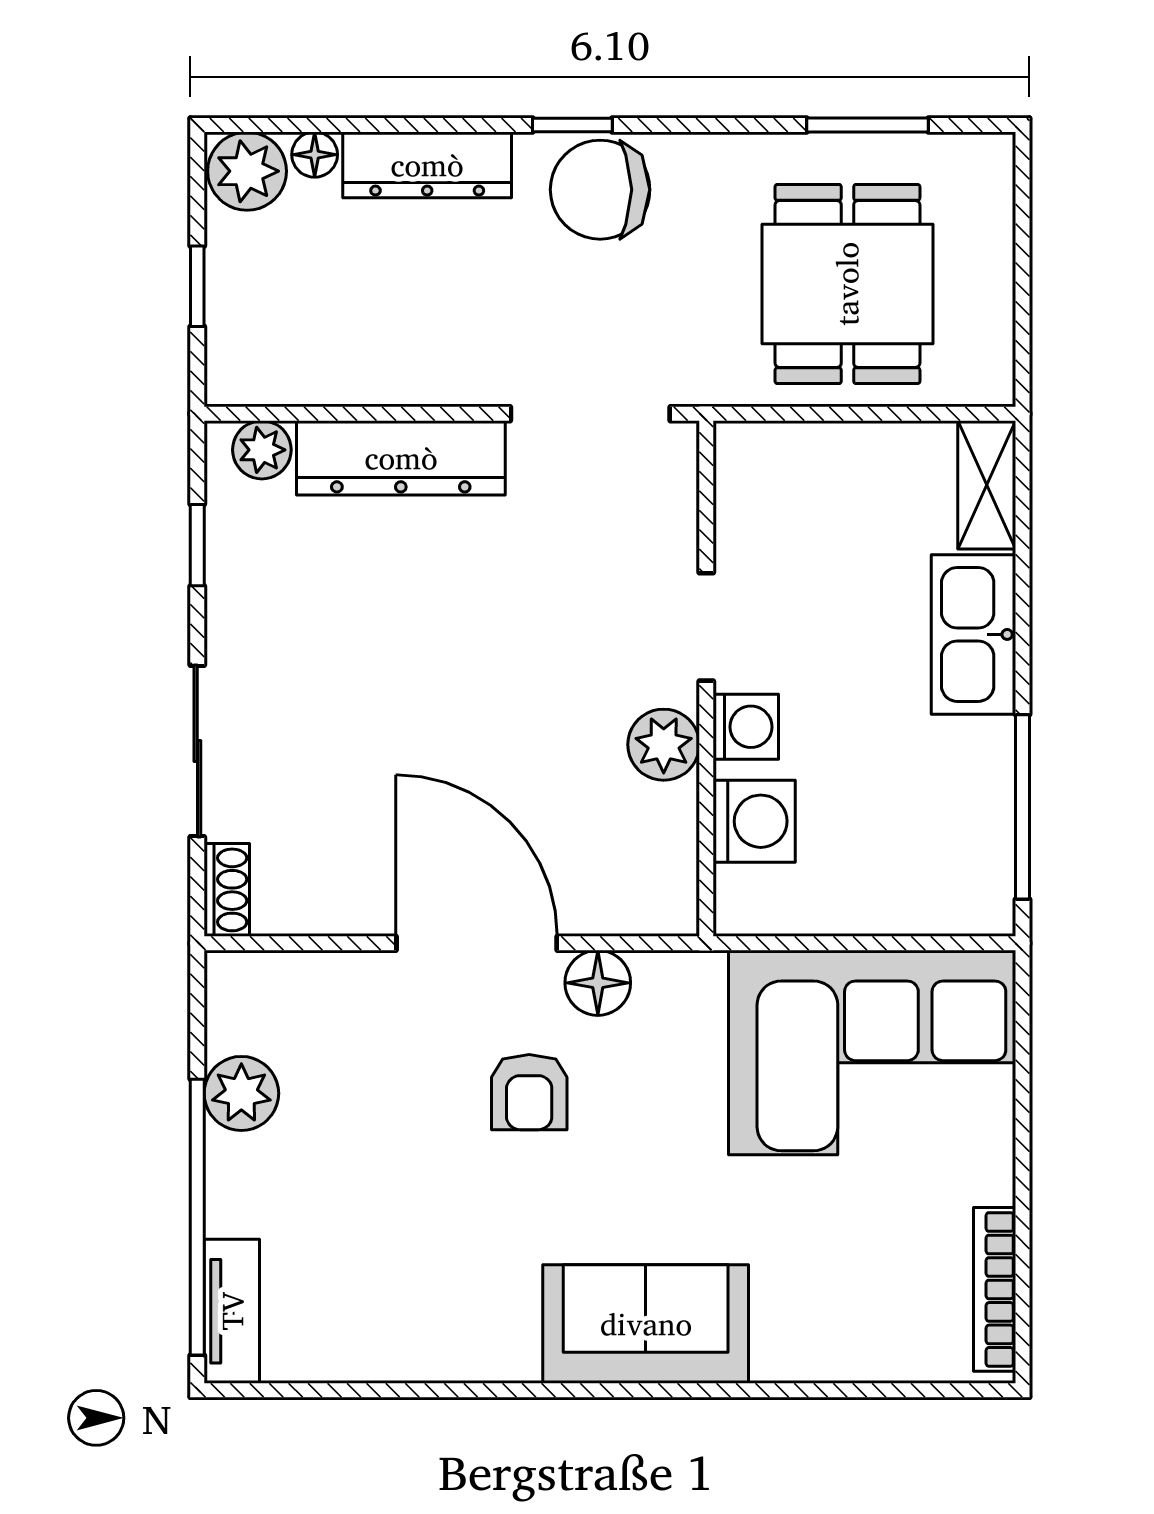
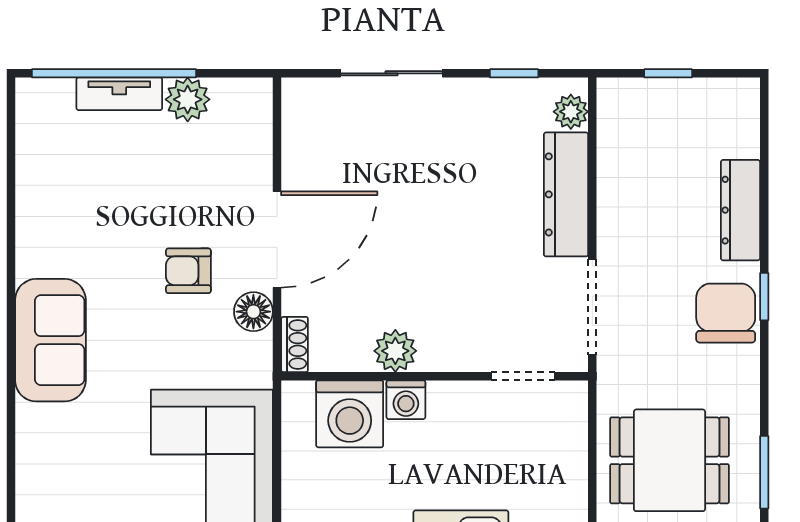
floor lamp: (315, 155) -> (747, 143), removed
plant: (247, 171) -> (737, 103), removed
doorway: (706, 627) -> (523, 376), moved
washing machine: (754, 821) -> (350, 414), width x1.37, depth x1.37
shoe rack: (227, 890) -> (295, 344), moved, turned -90
tv unit: (232, 1311) -> (119, 94), moved

